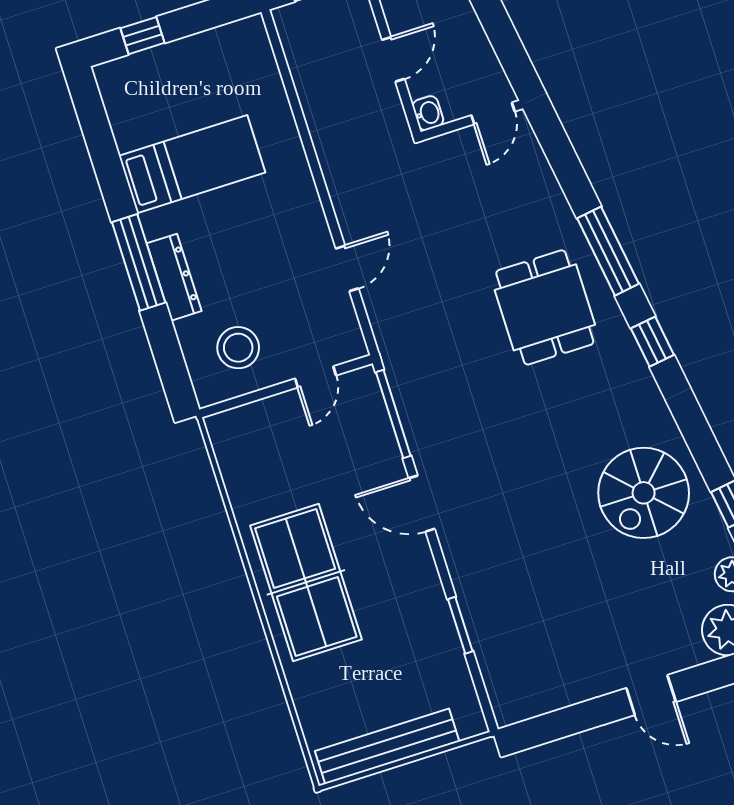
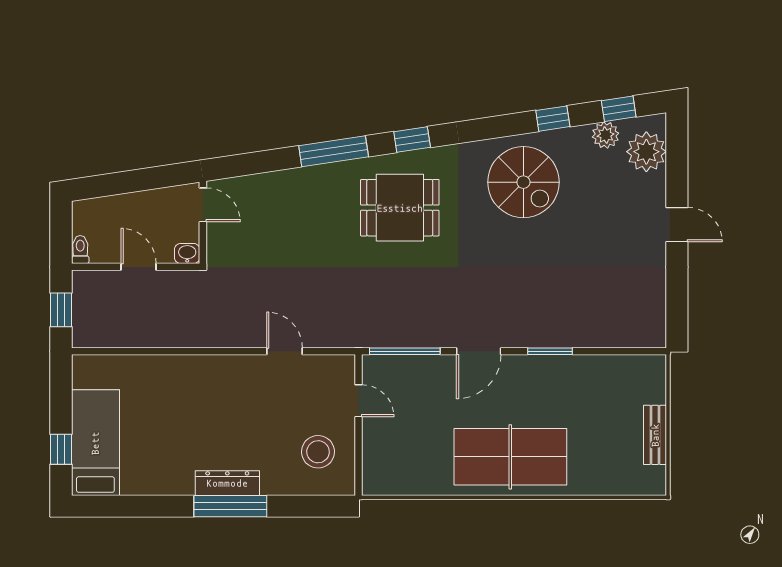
bed: (192, 164) -> (95, 443), moved
dresser: (174, 277) -> (227, 483), moved
dining table: (545, 307) -> (400, 208), moved
window: (460, 625) -> (550, 351), moved
door: (651, 695) -> (677, 225), hinge flipped
bench: (387, 746) -> (655, 435), width x0.54, depth x0.82

